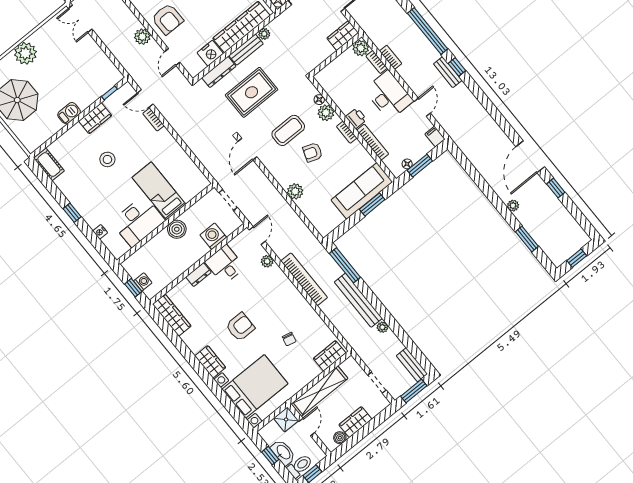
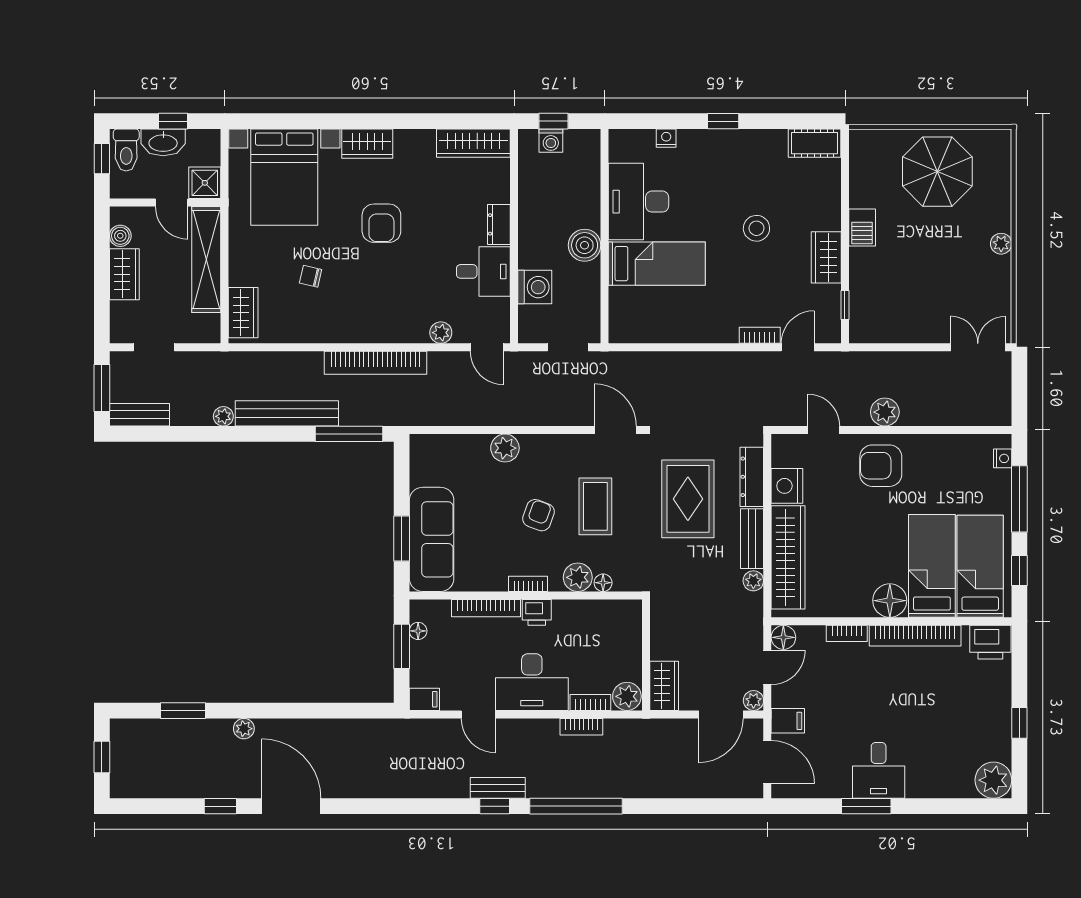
plant: (25, 53) -> (1001, 244), width x0.53, depth x0.53

